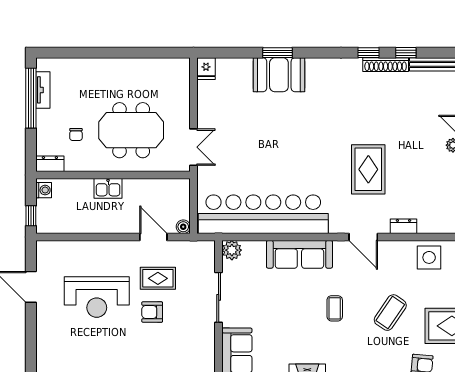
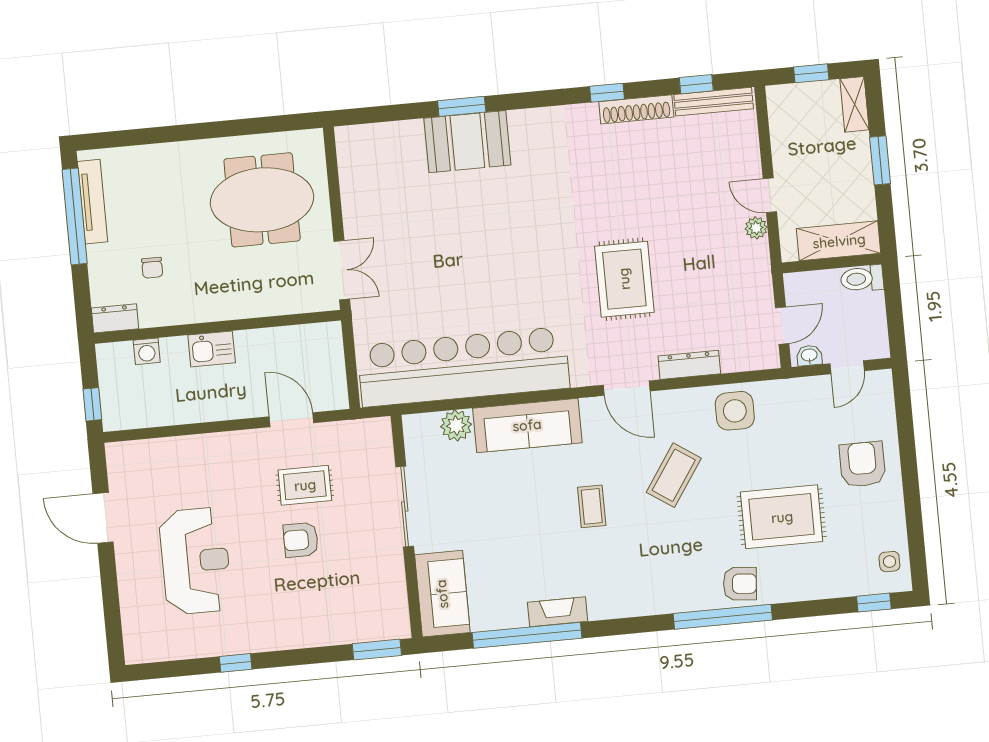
window: (406, 53) -> (696, 84), moved
fridge: (206, 69) -> (350, 143), removed
tv unit: (43, 90) -> (93, 202), width x1.41
meeting table: (131, 130) -> (262, 200), moved
washing machine: (44, 190) -> (147, 351), moved, turned 90
dresser: (403, 226) -> (689, 365), width x1.44
boiler: (183, 227) -> (337, 399), removed
plant: (232, 250) -> (456, 425), moved
reception desk: (97, 297) -> (195, 561), moved, turned -90
coffee table: (390, 313) -> (674, 475), moved

